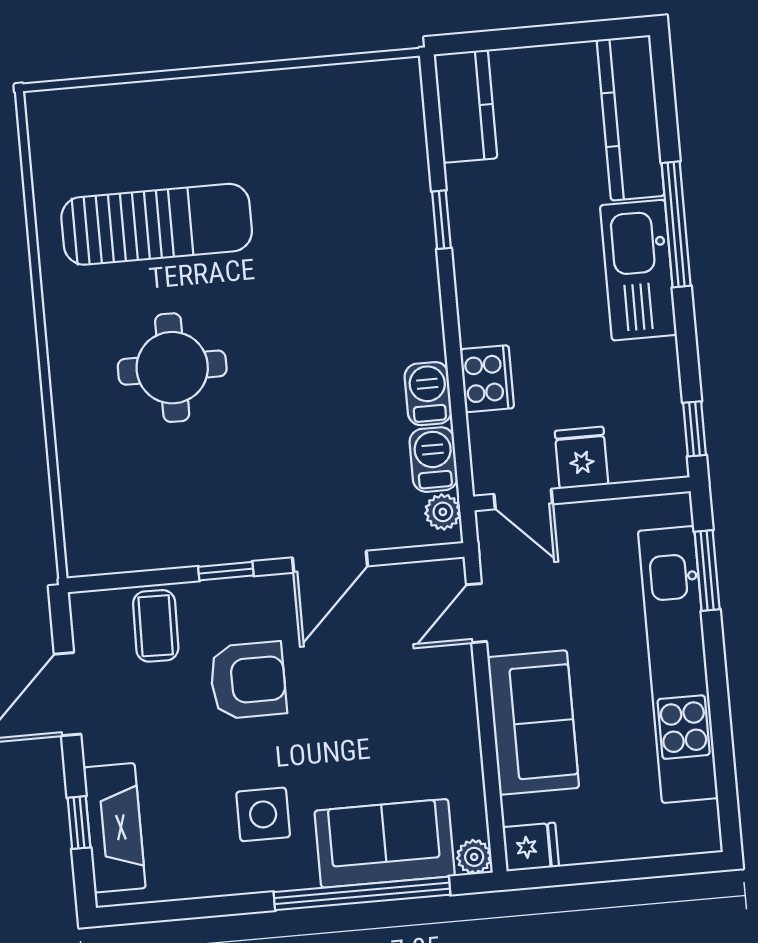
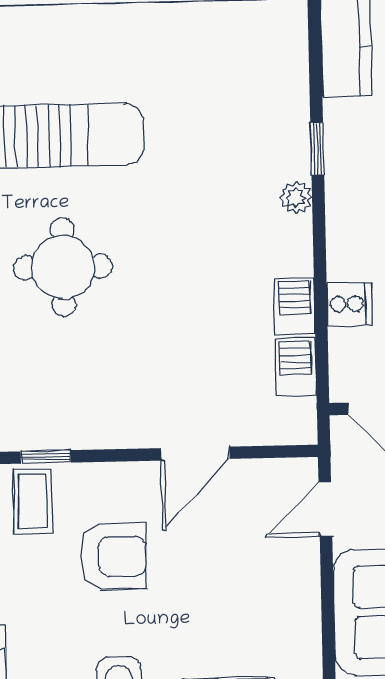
cooker: (487, 379) -> (349, 304), width x0.73
plant: (443, 512) -> (296, 197), moved
window: (226, 571) -> (46, 457), moved

